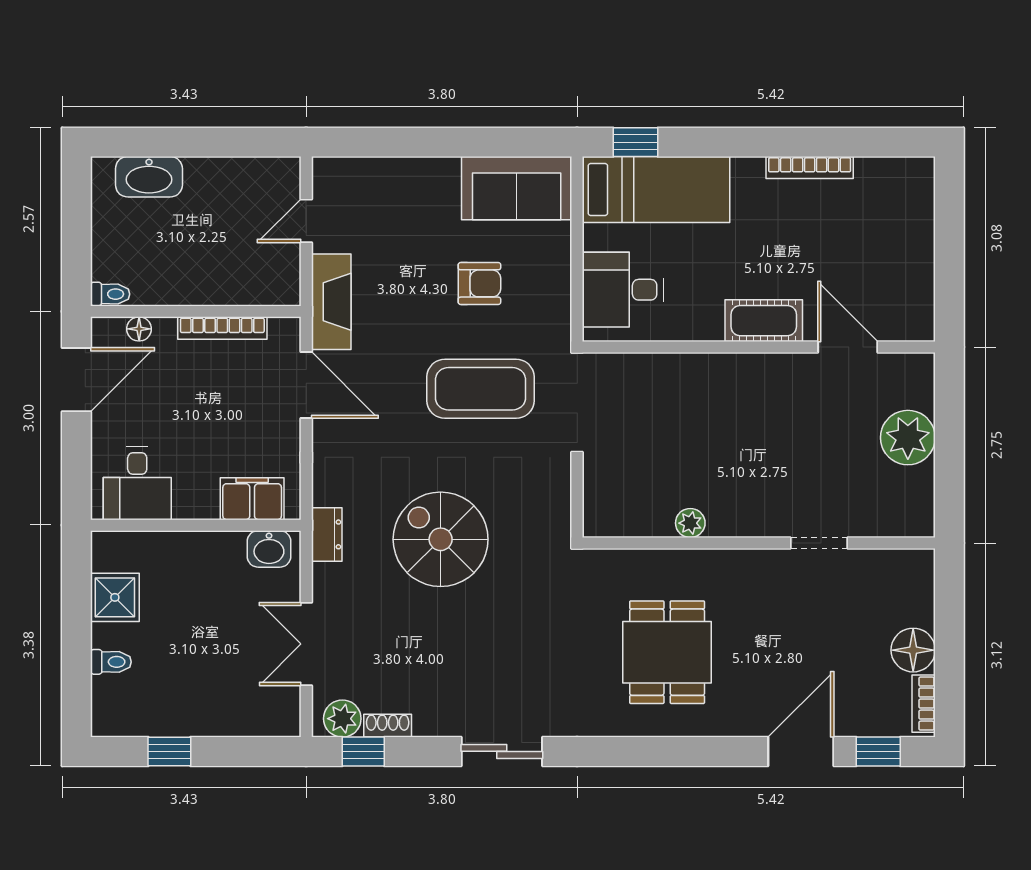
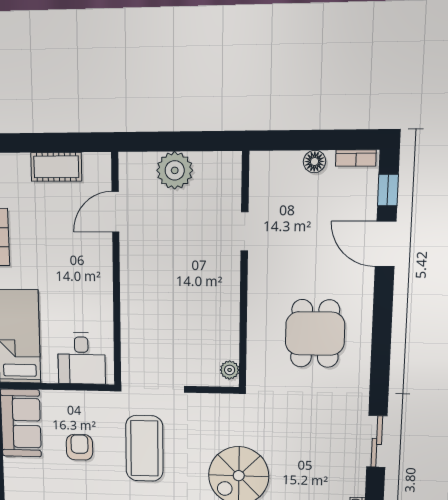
cot: (764, 321) -> (56, 167), moved, turned 90
plant: (690, 523) -> (230, 370), moved
floor lamp: (913, 650) -> (314, 162), width x0.73, depth x0.73
dining table: (667, 652) -> (315, 333), turned 90

